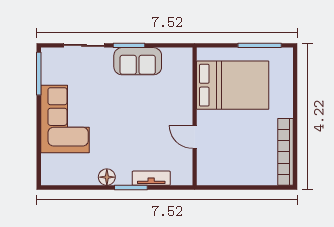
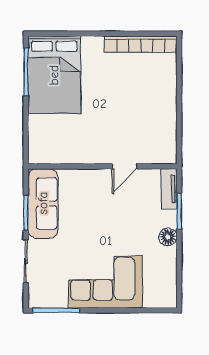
sofa: (138, 61) -> (43, 203), width x1.36
bed: (233, 85) -> (54, 75), moved, turned 180
wall: (195, 116) -> (102, 166), moved
door: (195, 137) -> (125, 166), moved

